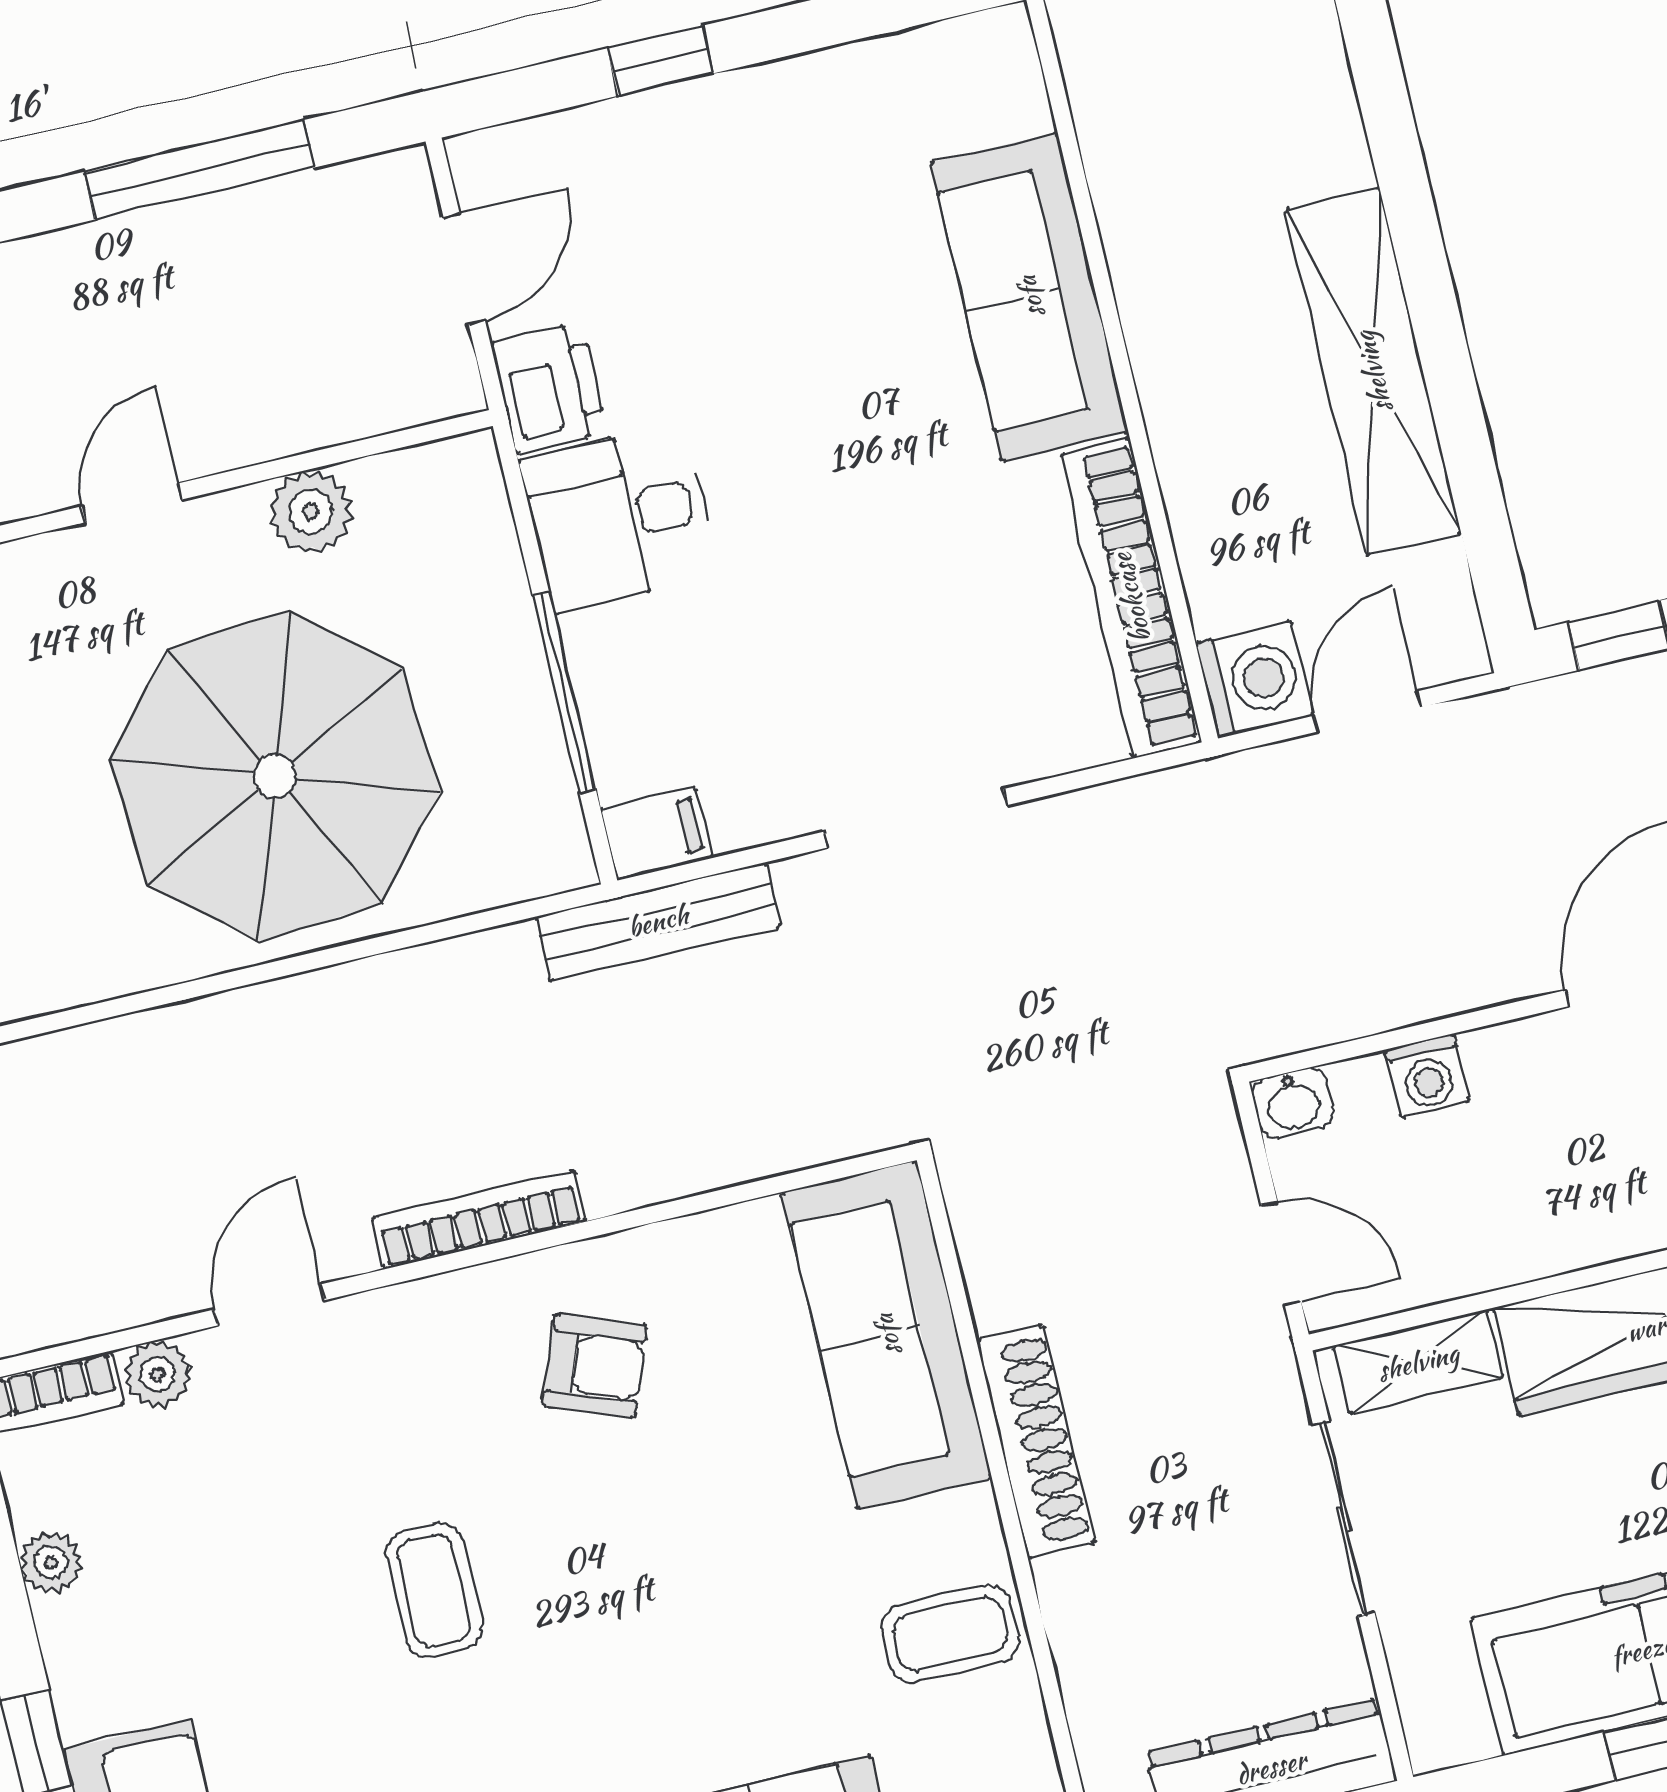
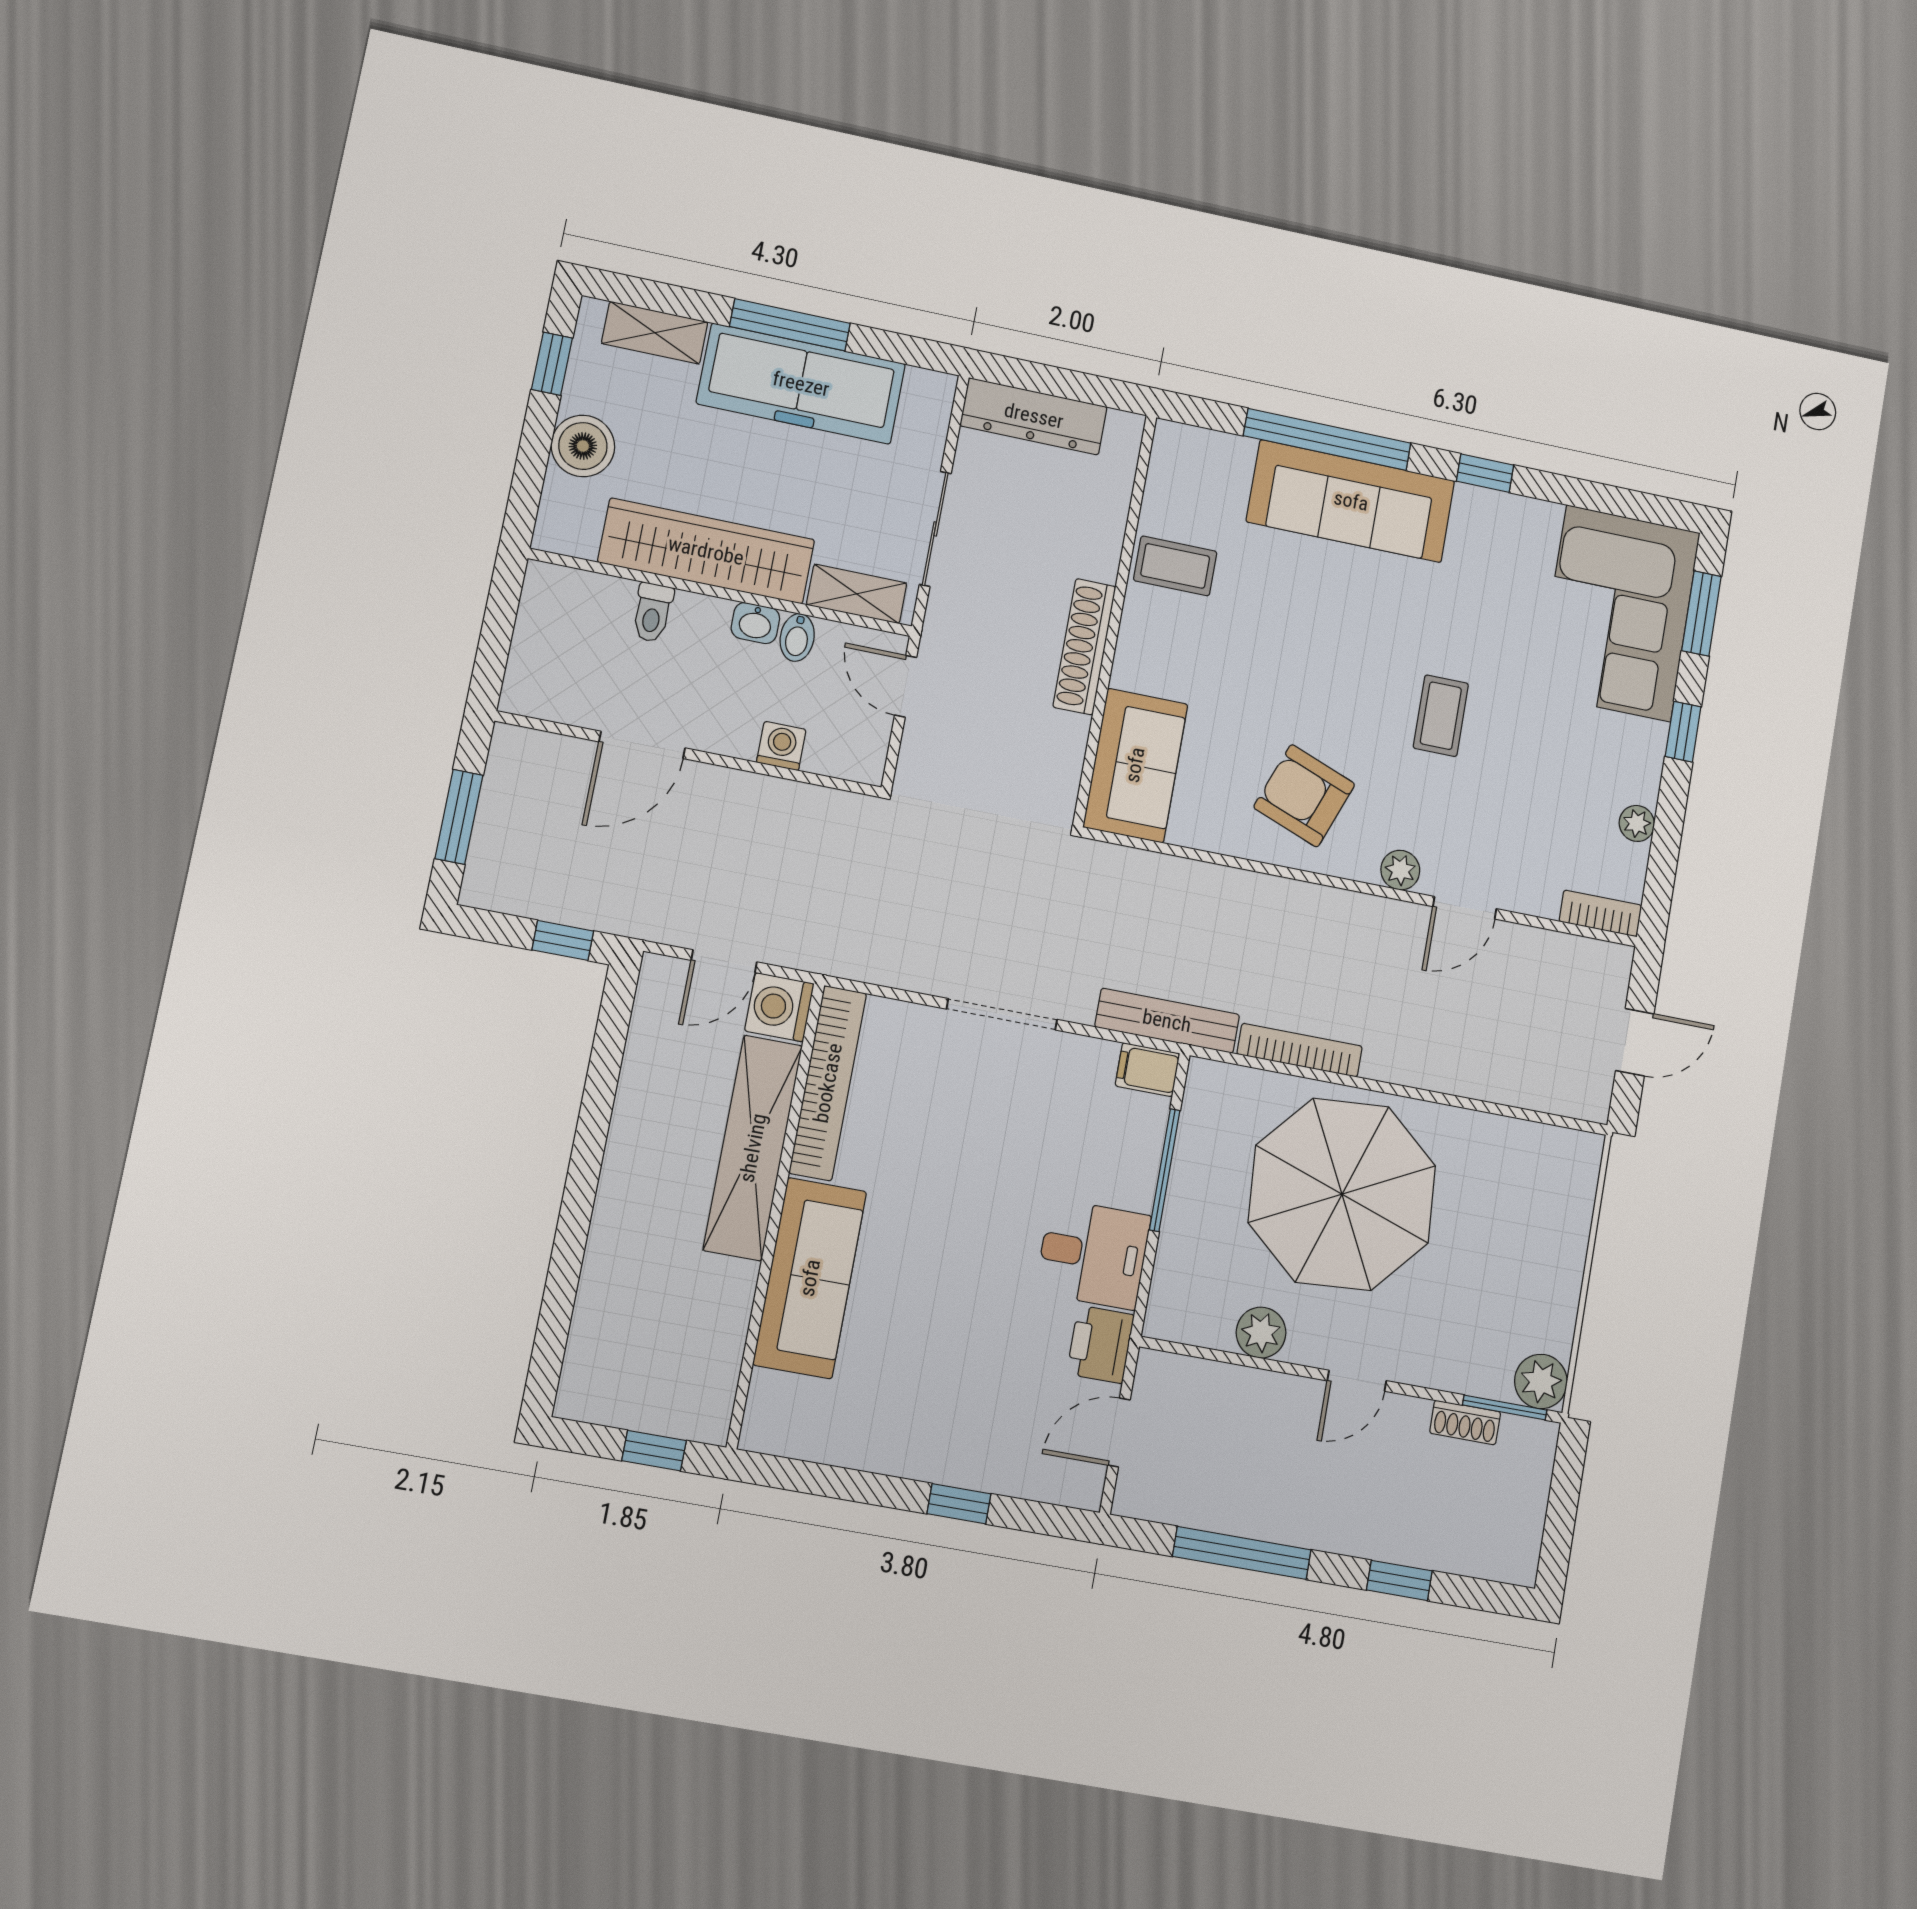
shelving: (1373, 372) -> (753, 1148), moved
washbasin: (1293, 1103) -> (755, 623), moved, turned 180
bookcase: (479, 1220) -> (1300, 1050), moved, turned 180
bidet: (1478, 1253) -> (797, 637), added
sofa: (887, 1335) -> (1135, 765), width x0.73
armchair: (595, 1366) -> (1304, 796), width x1.38, depth x1.38
plant: (158, 1374) -> (1400, 870), moved

